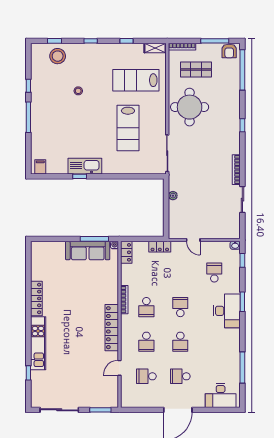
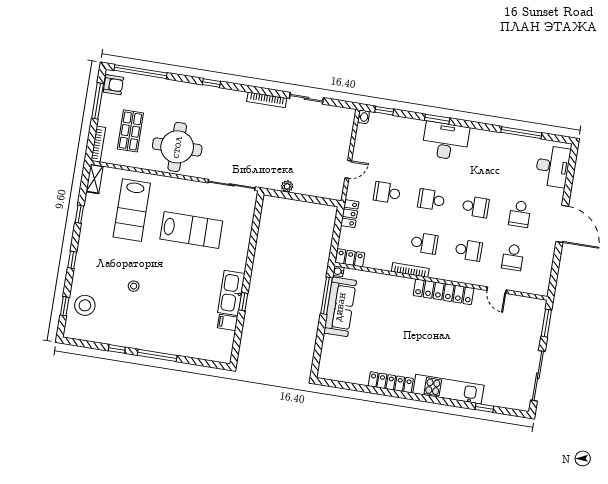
filing cabinet: (40, 167) -> (228, 322), moved
school desk: (214, 272) -> (387, 193), moved

